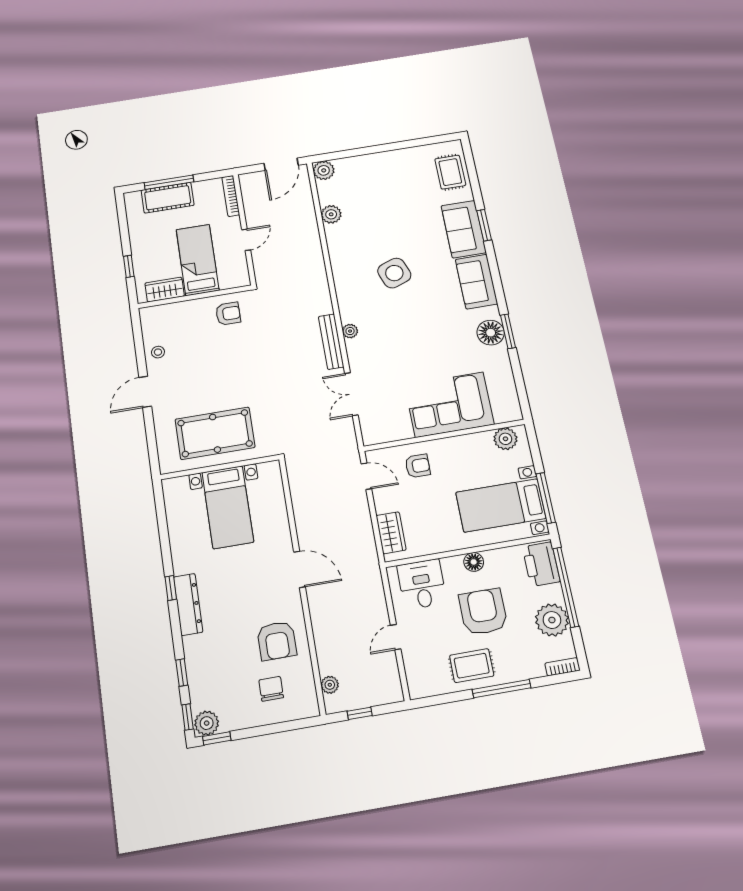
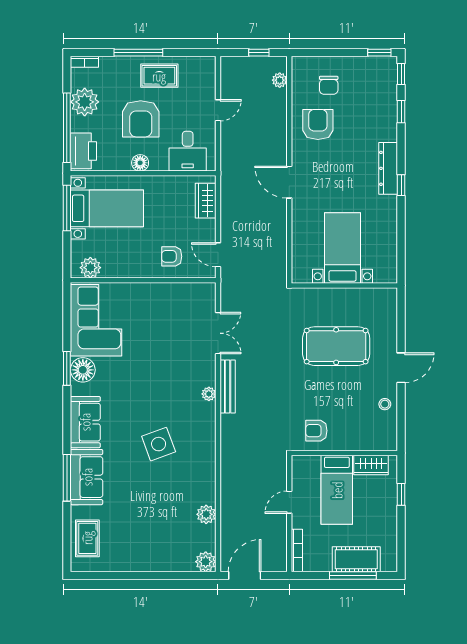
window: (484, 225) -> (67, 478), width x1.44
corner sofa: (449, 405) -> (96, 320), moved, turned -90
pool table: (215, 433) -> (336, 346), moved
plant: (207, 723) -> (386, 66), removed

